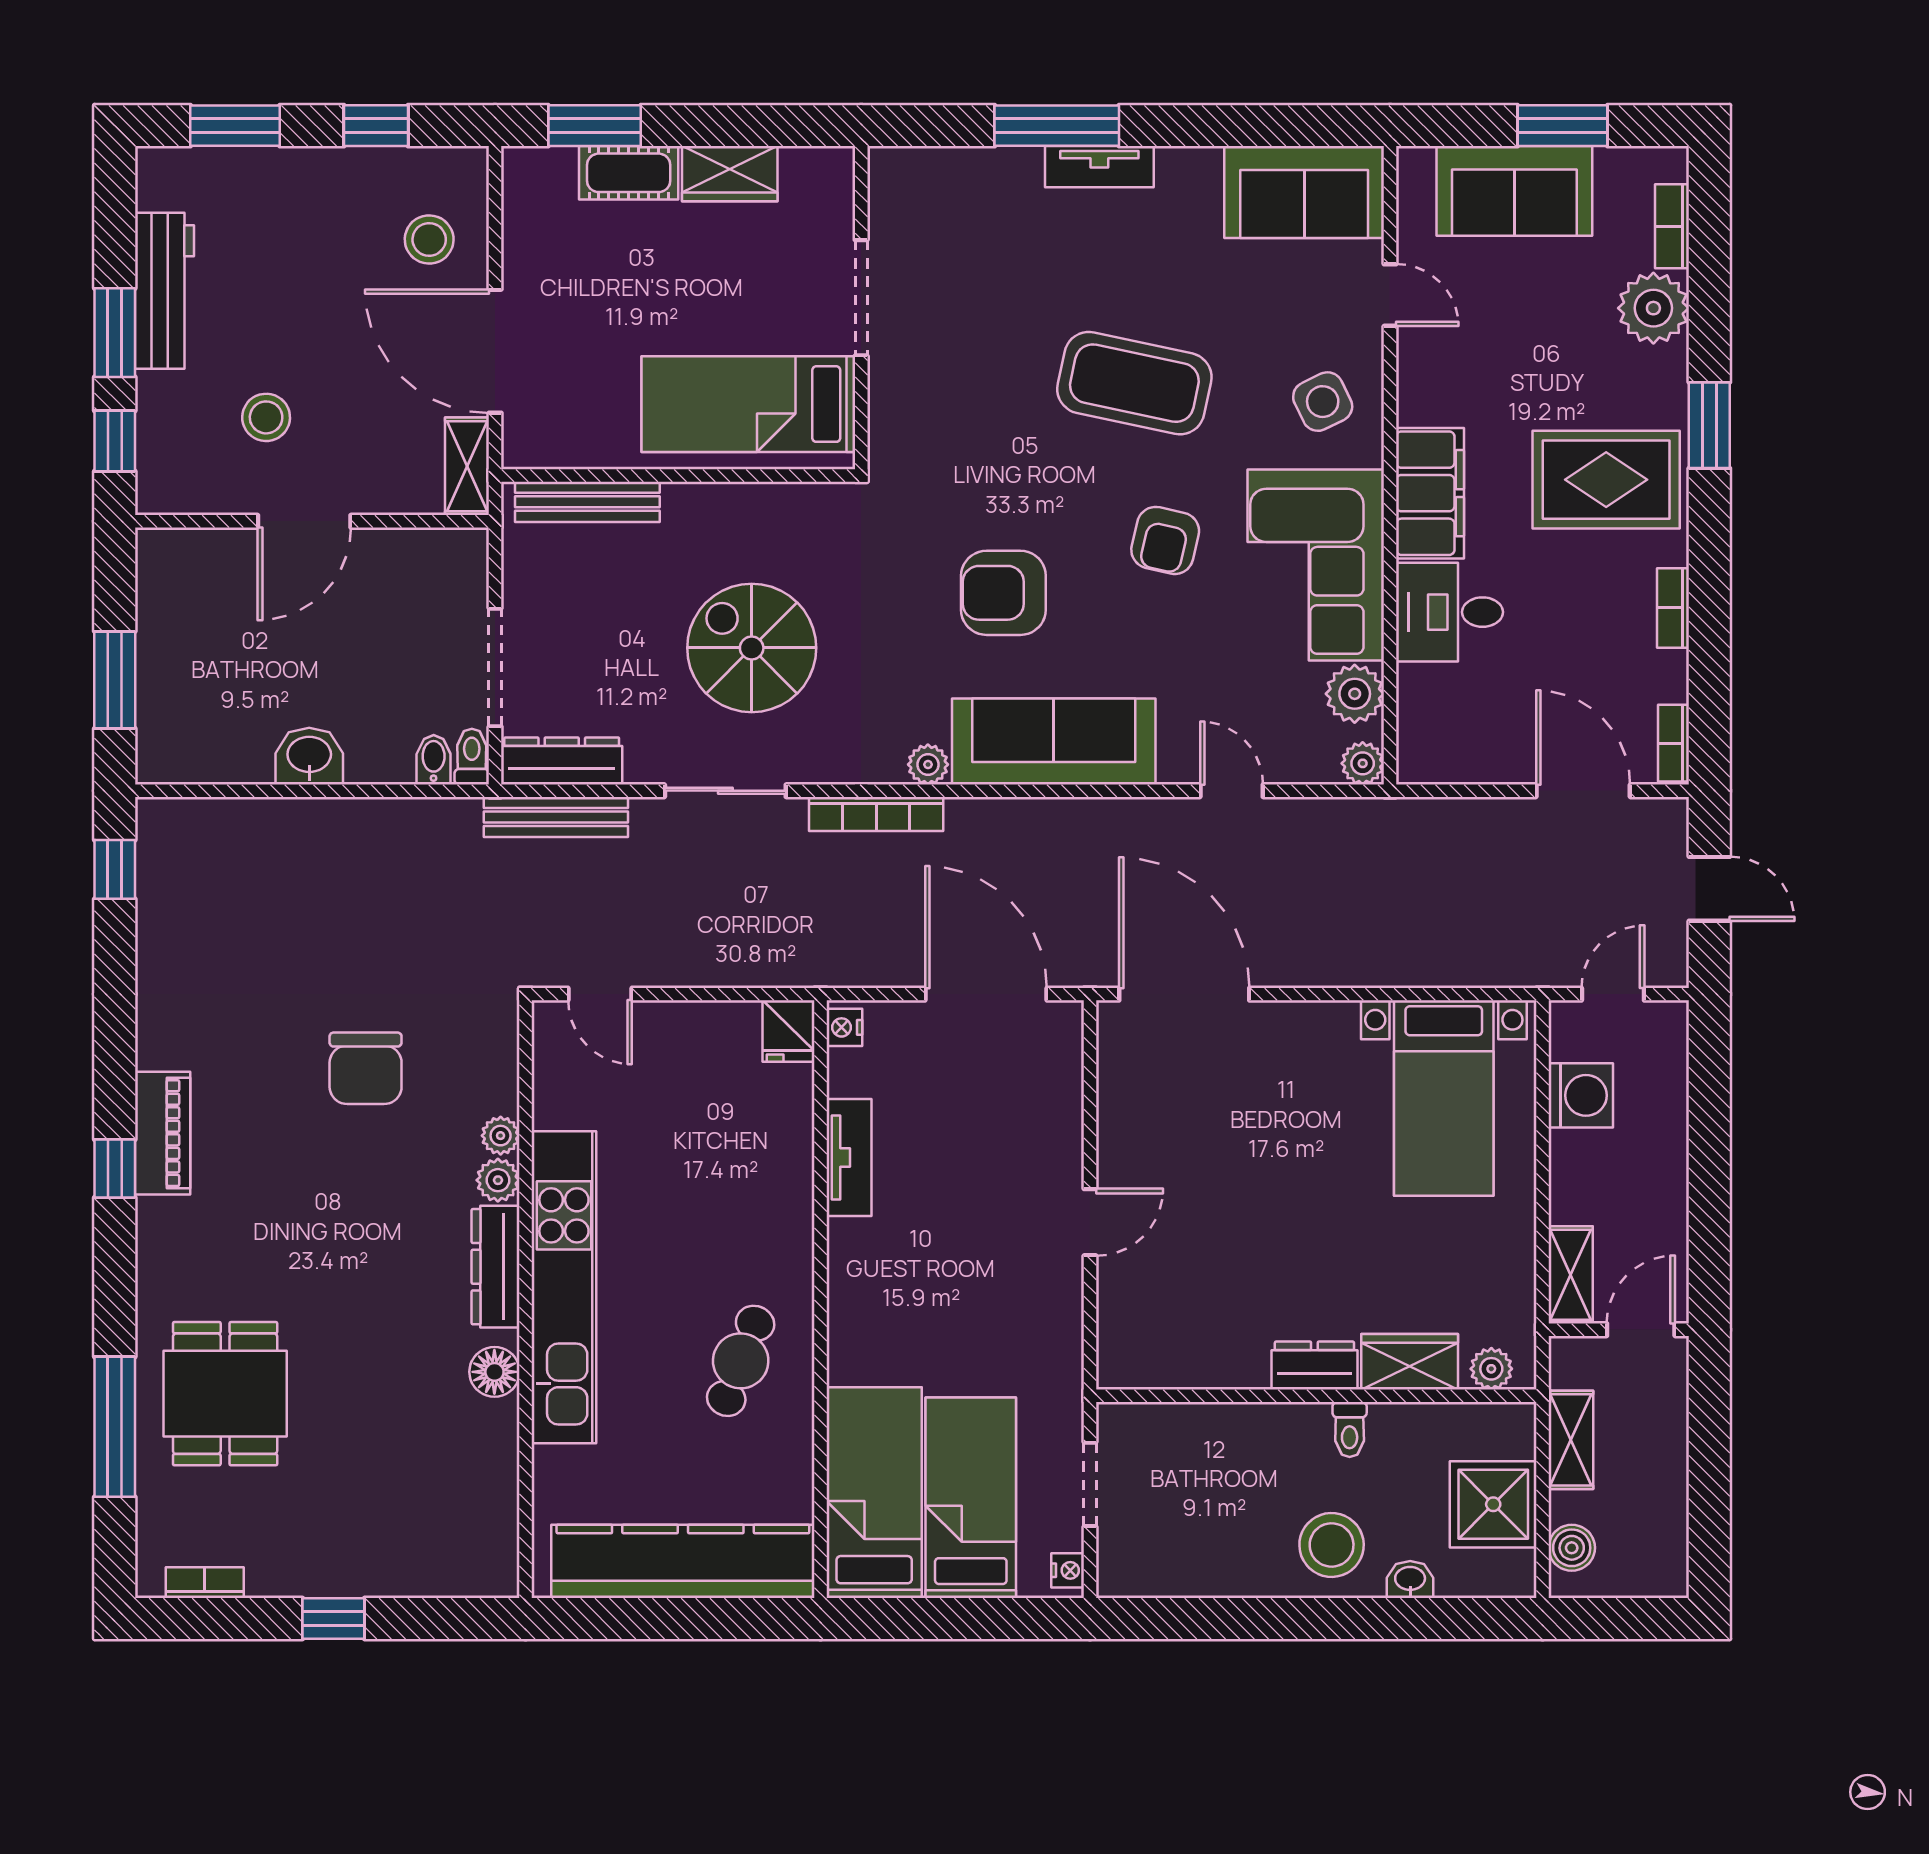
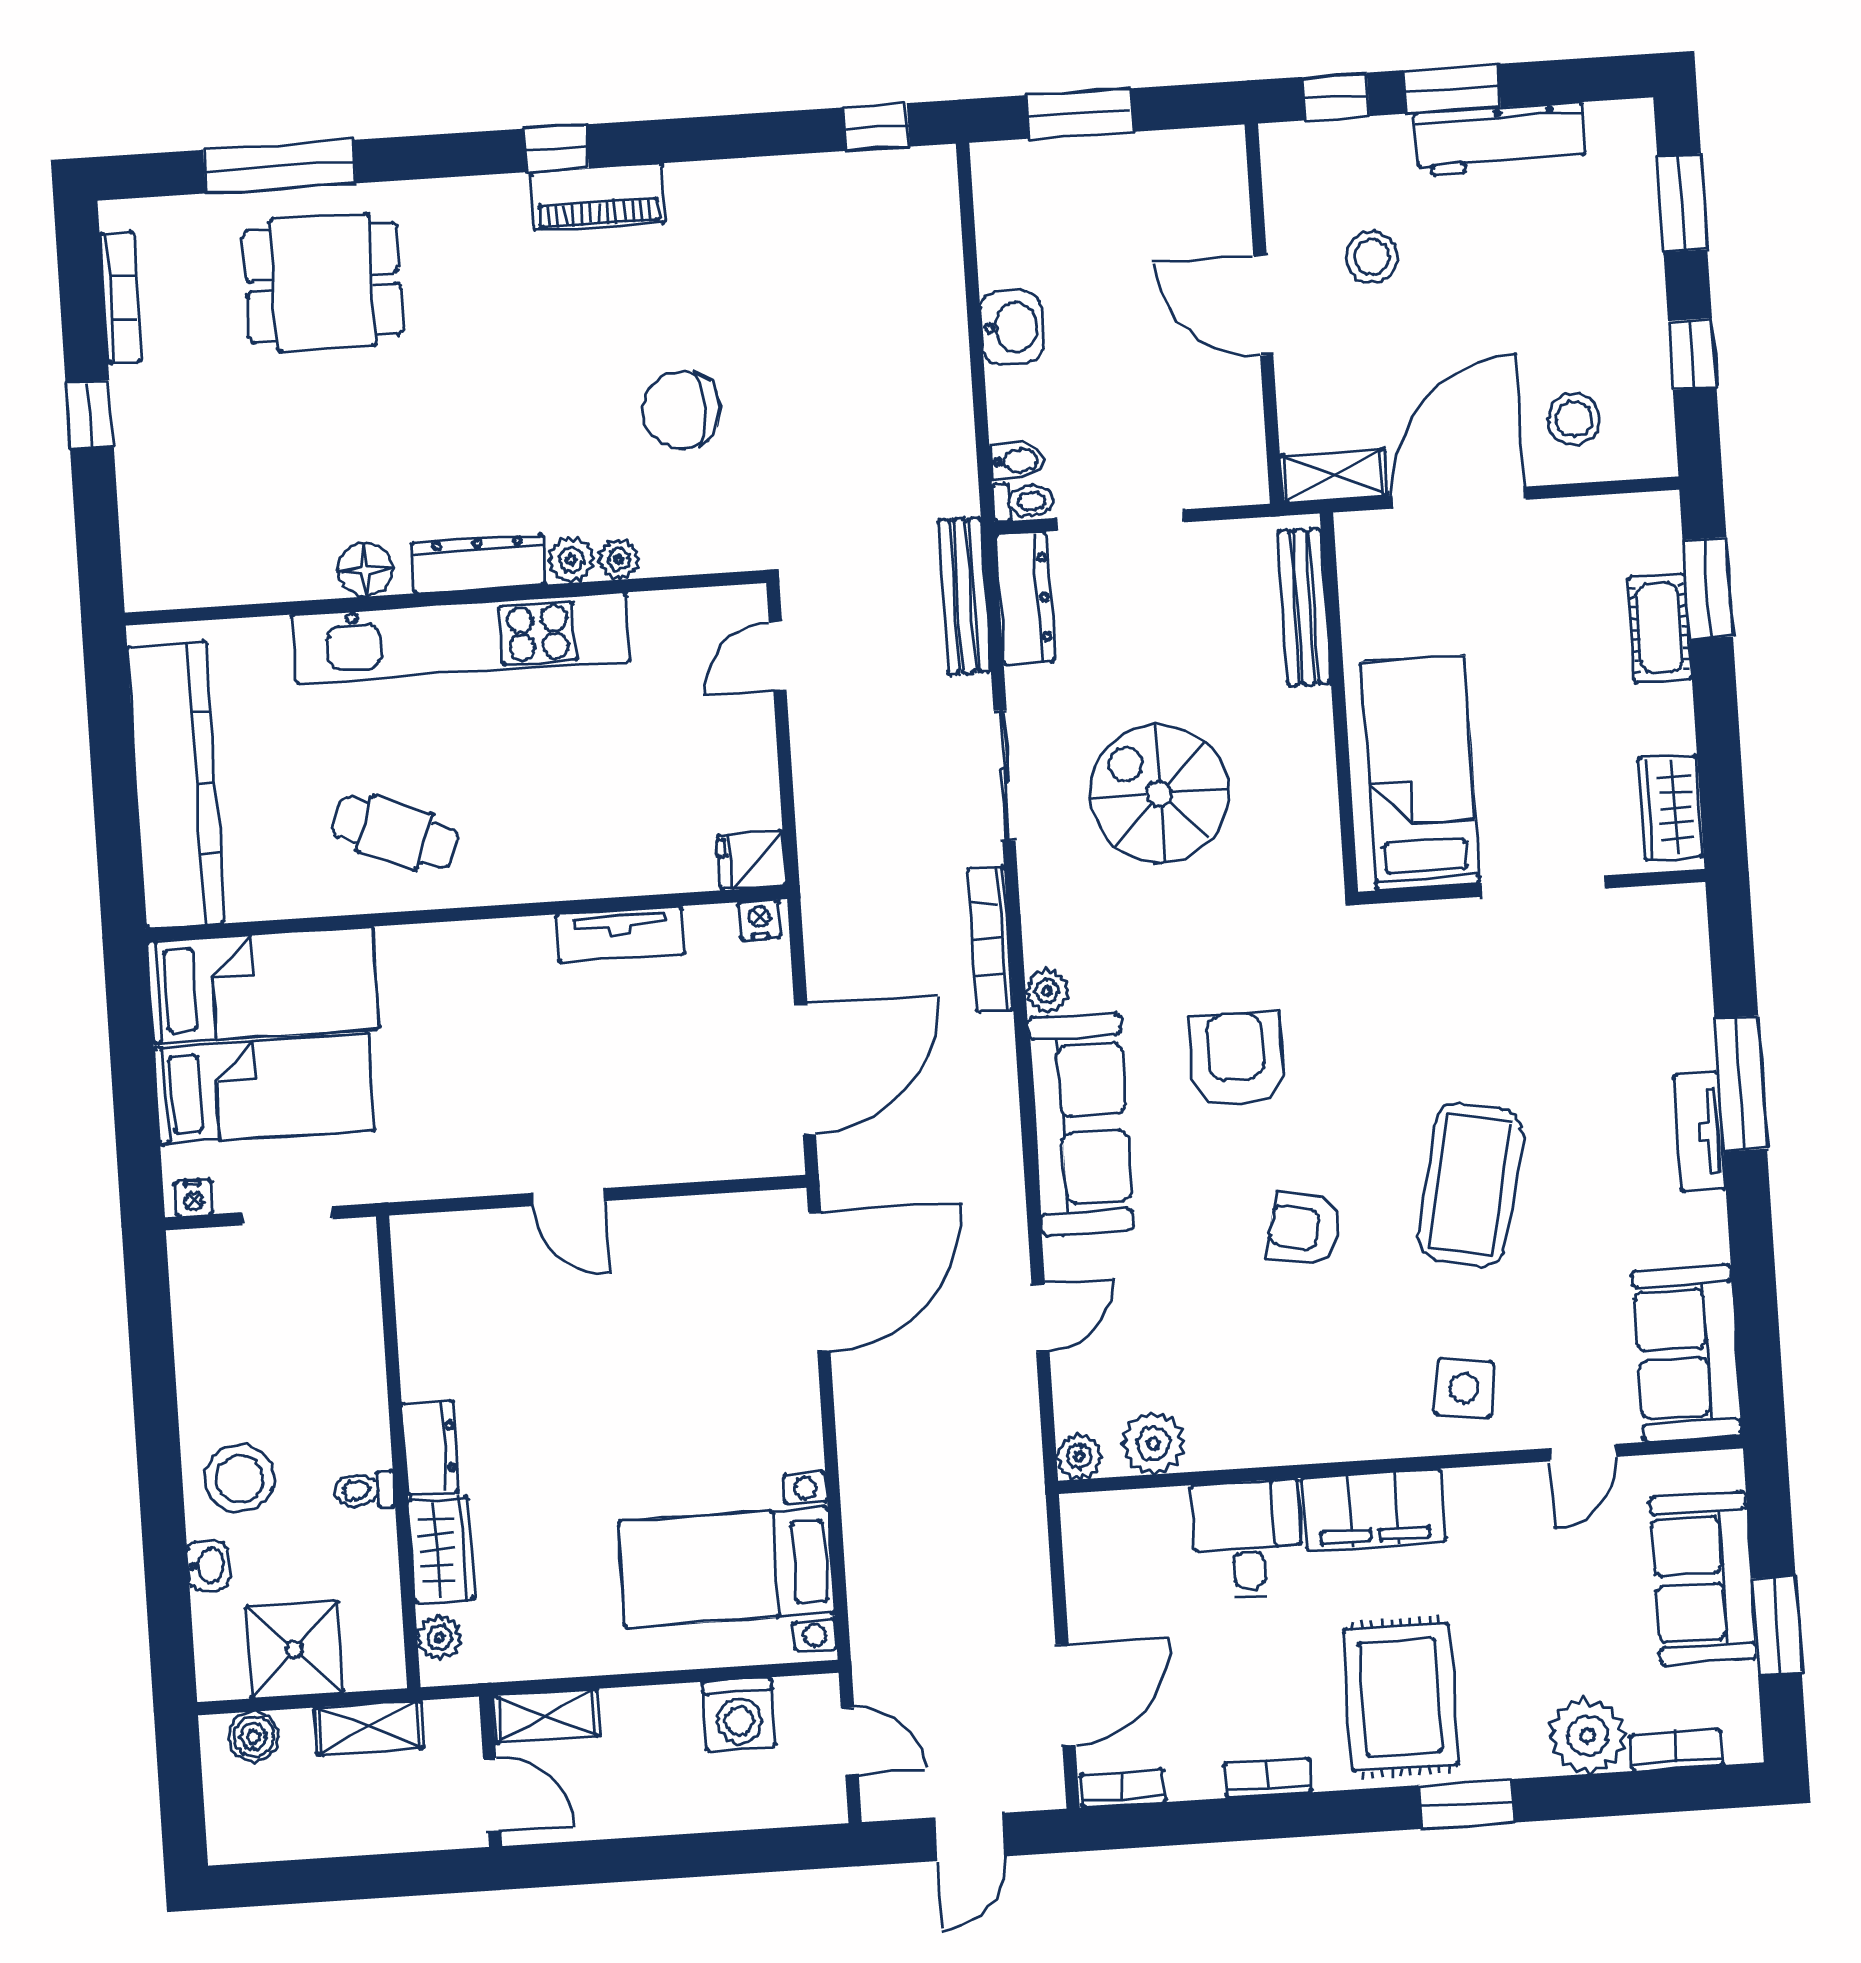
wardrobe: (730, 174) -> (1671, 808), moved
side table: (1323, 402) -> (1464, 1388), turned 34
corner sofa: (1316, 565) -> (1288, 1392), removed
spiral stairs: (752, 648) -> (1159, 794), turned -90
bookcase: (205, 1583) -> (120, 298), width x1.56

